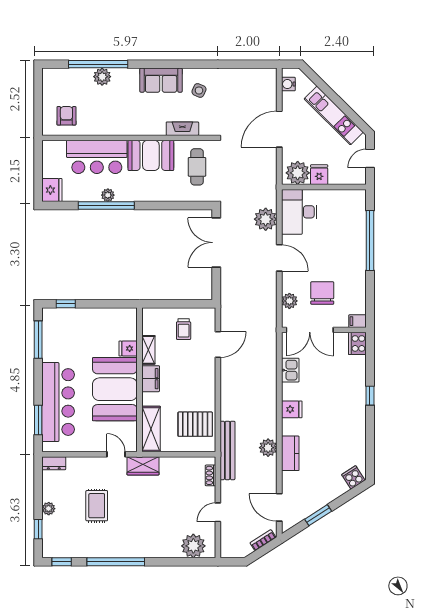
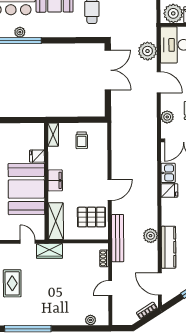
double door: (216, 243) -> (108, 70), swing flipped
door: (218, 345) -> (110, 190), moved
shelving: (148, 350) -> (53, 135), moved
fridge: (292, 409) -> (169, 190), moved
kitchen counter: (290, 453) -> (169, 247), width x1.50
plant: (193, 546) -> (91, 320), width x0.53, depth x0.53

